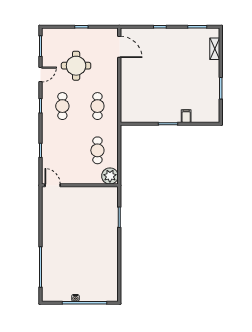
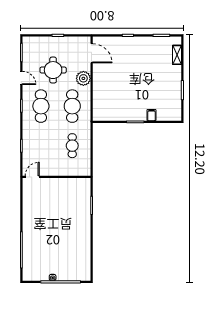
door: (41, 74) -> (21, 78), hinge flipped
cafe table: (62, 106) -> (41, 106), width x1.37, depth x1.35
cafe table: (97, 106) -> (72, 106), width x1.37, depth x1.35
plant: (110, 176) -> (83, 78), moved
door: (53, 185) -> (32, 177), hinge flipped

